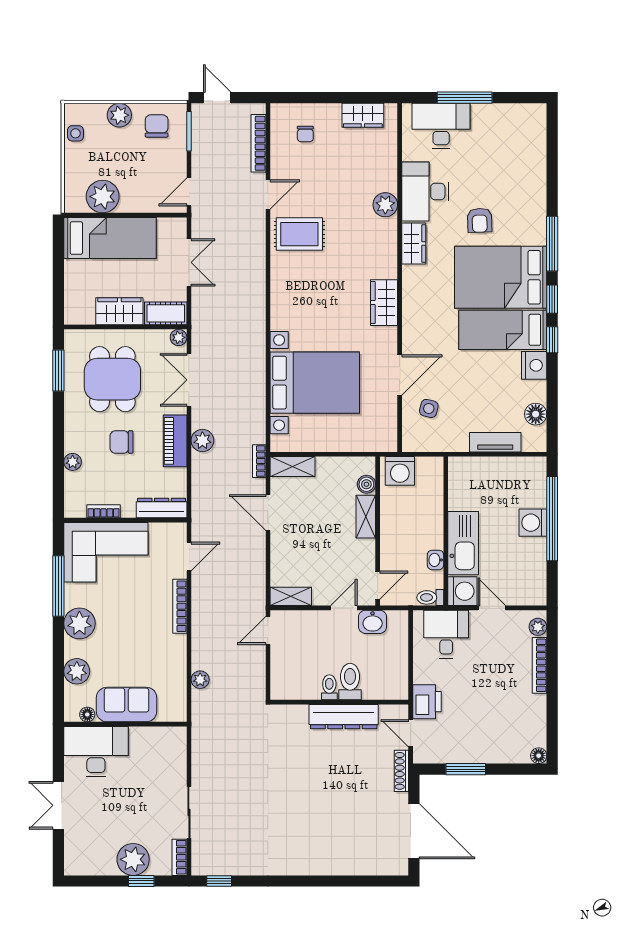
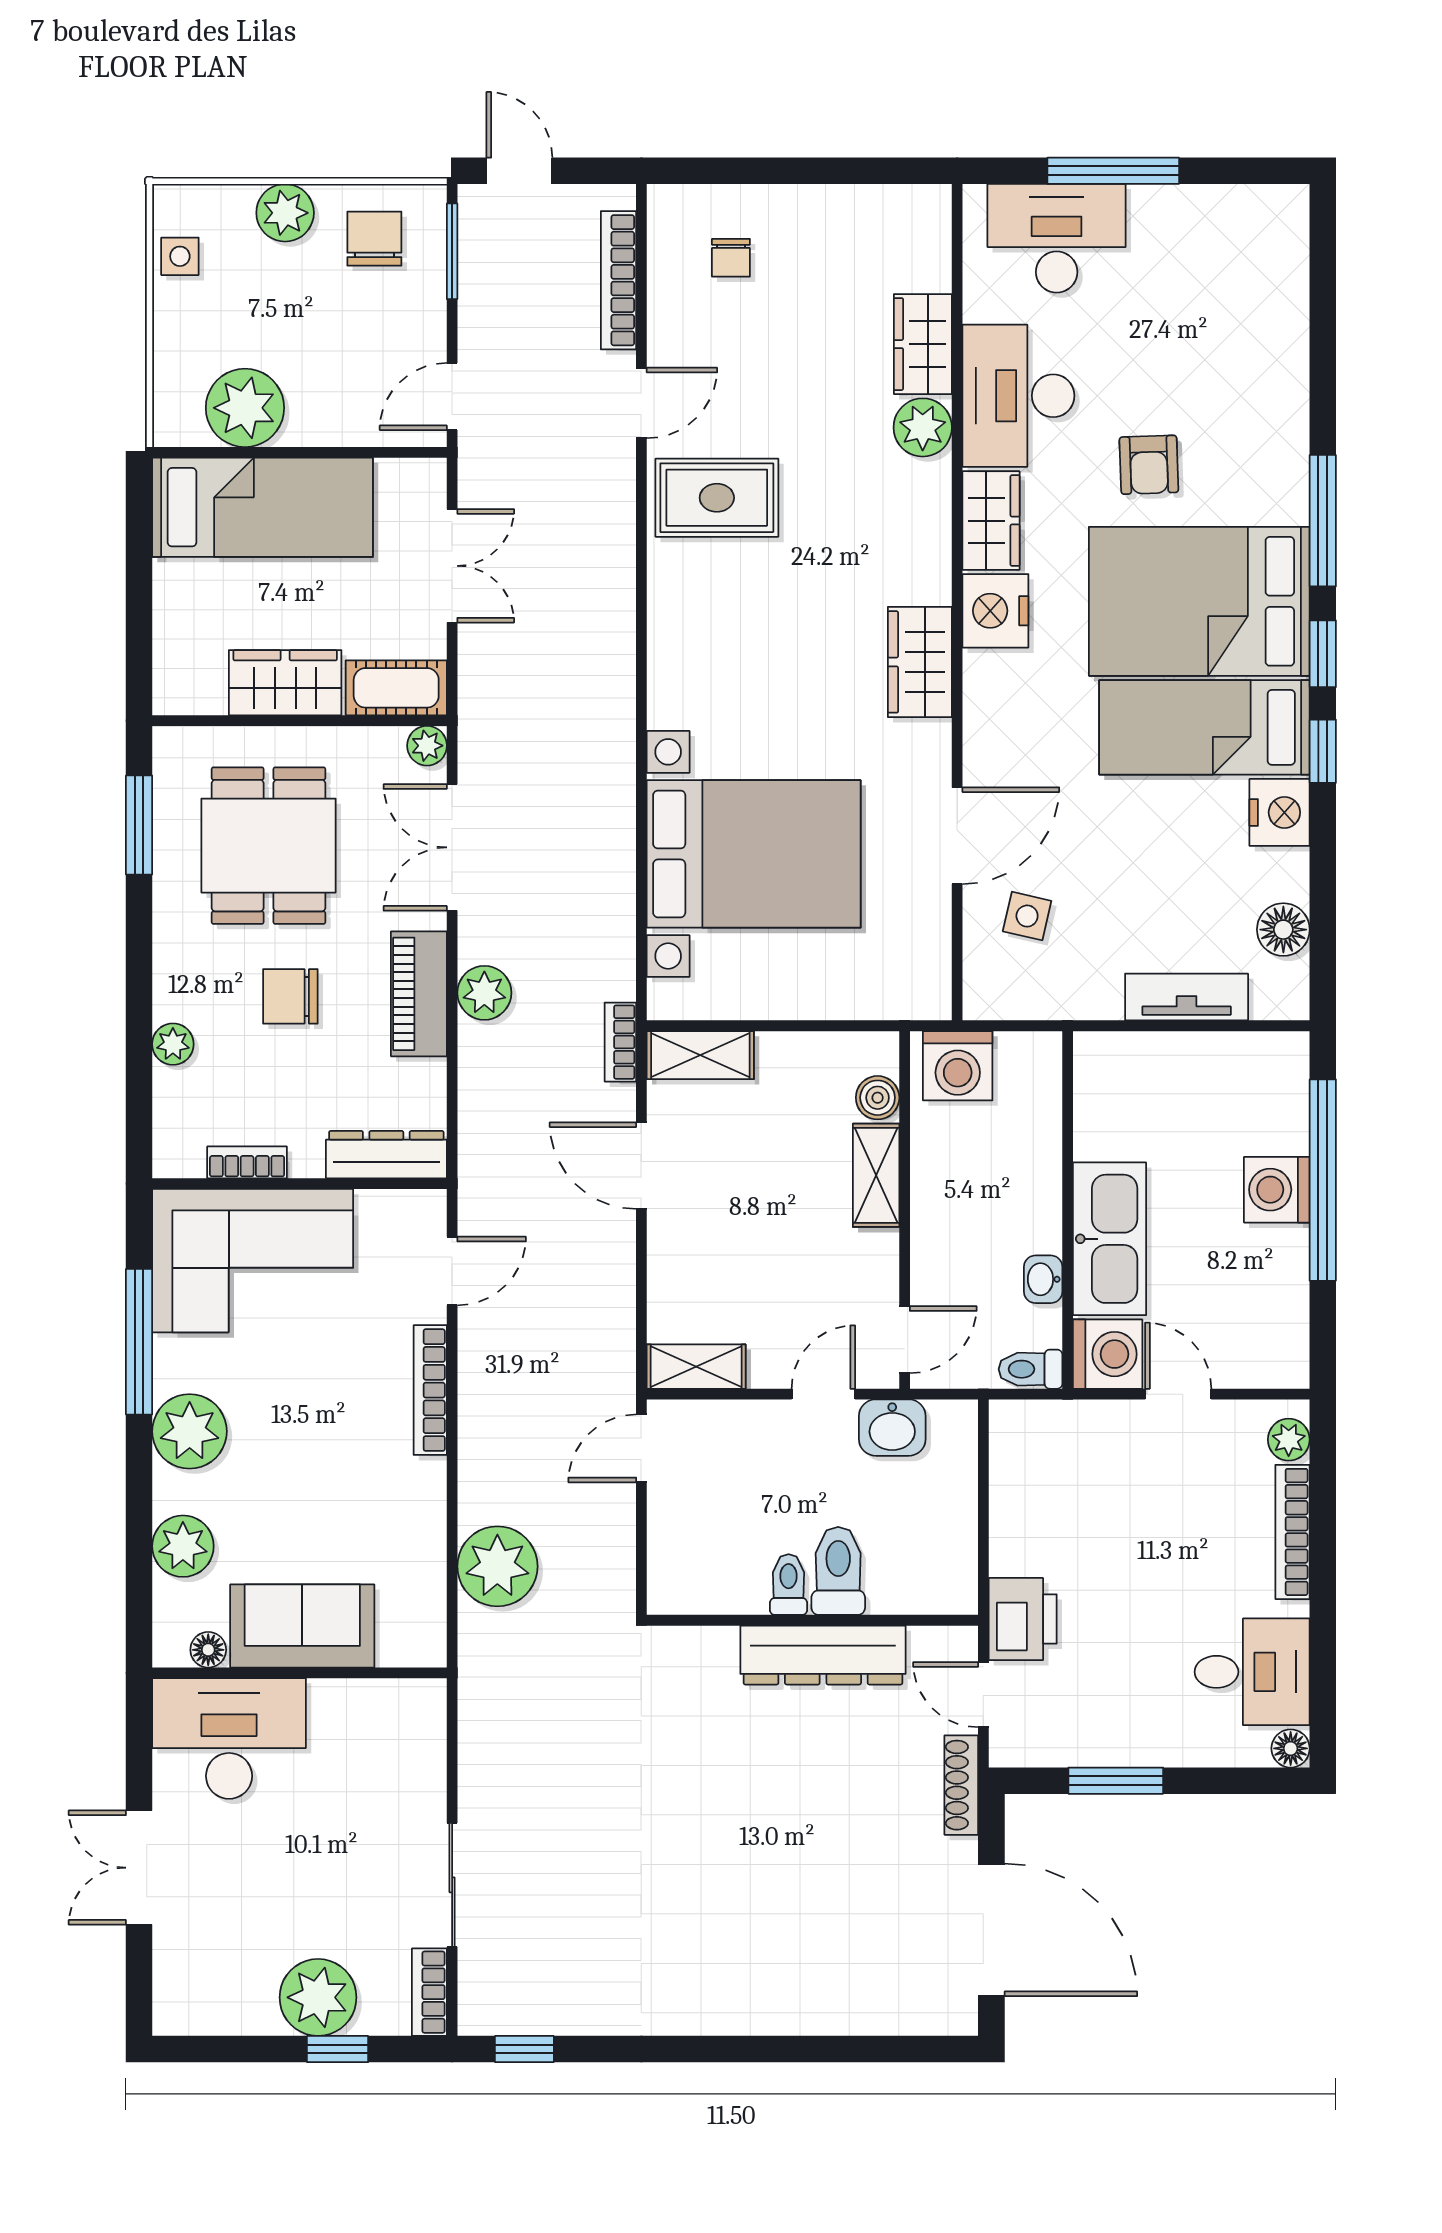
wardrobe: (363, 115) -> (923, 344), moved, turned 90
nightstand: (416, 281) -> (995, 611), added
desk: (446, 634) -> (1252, 1672), moved, turned 90
plant: (200, 680) -> (497, 1566), width x1.88, depth x1.88

